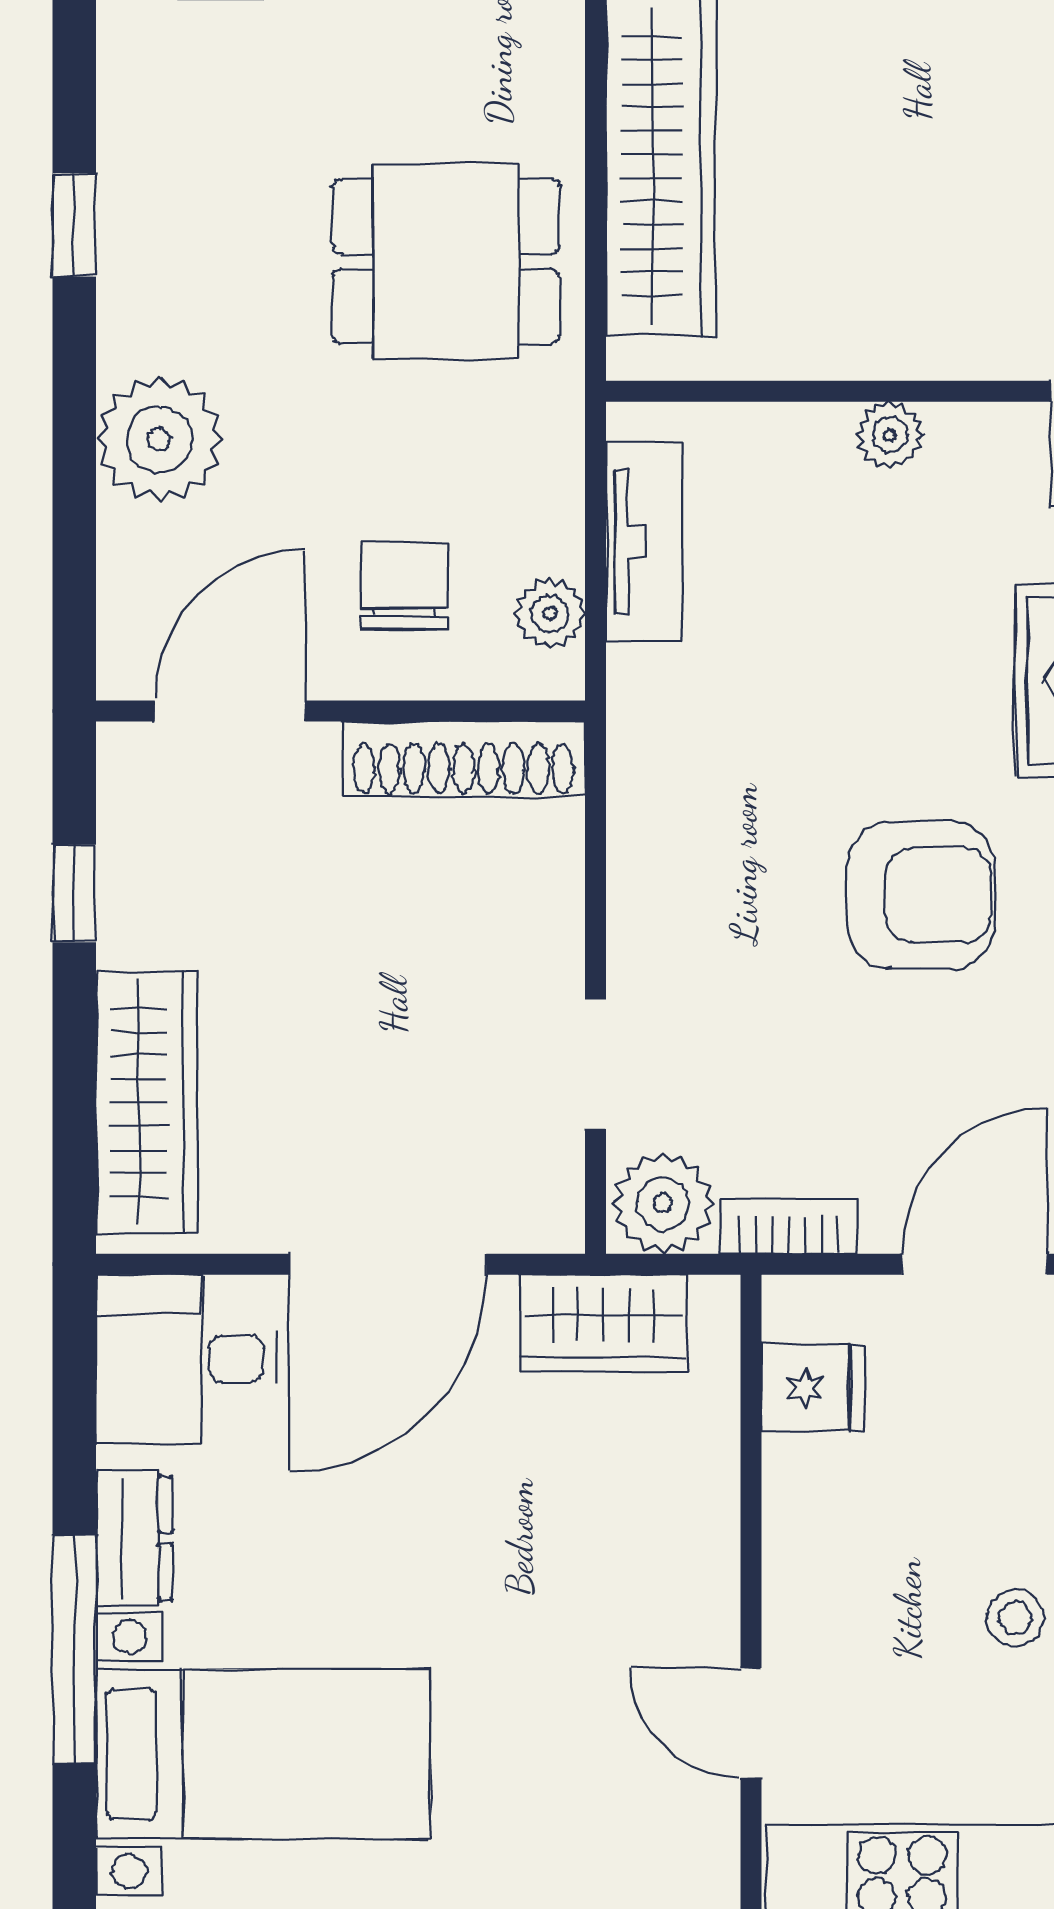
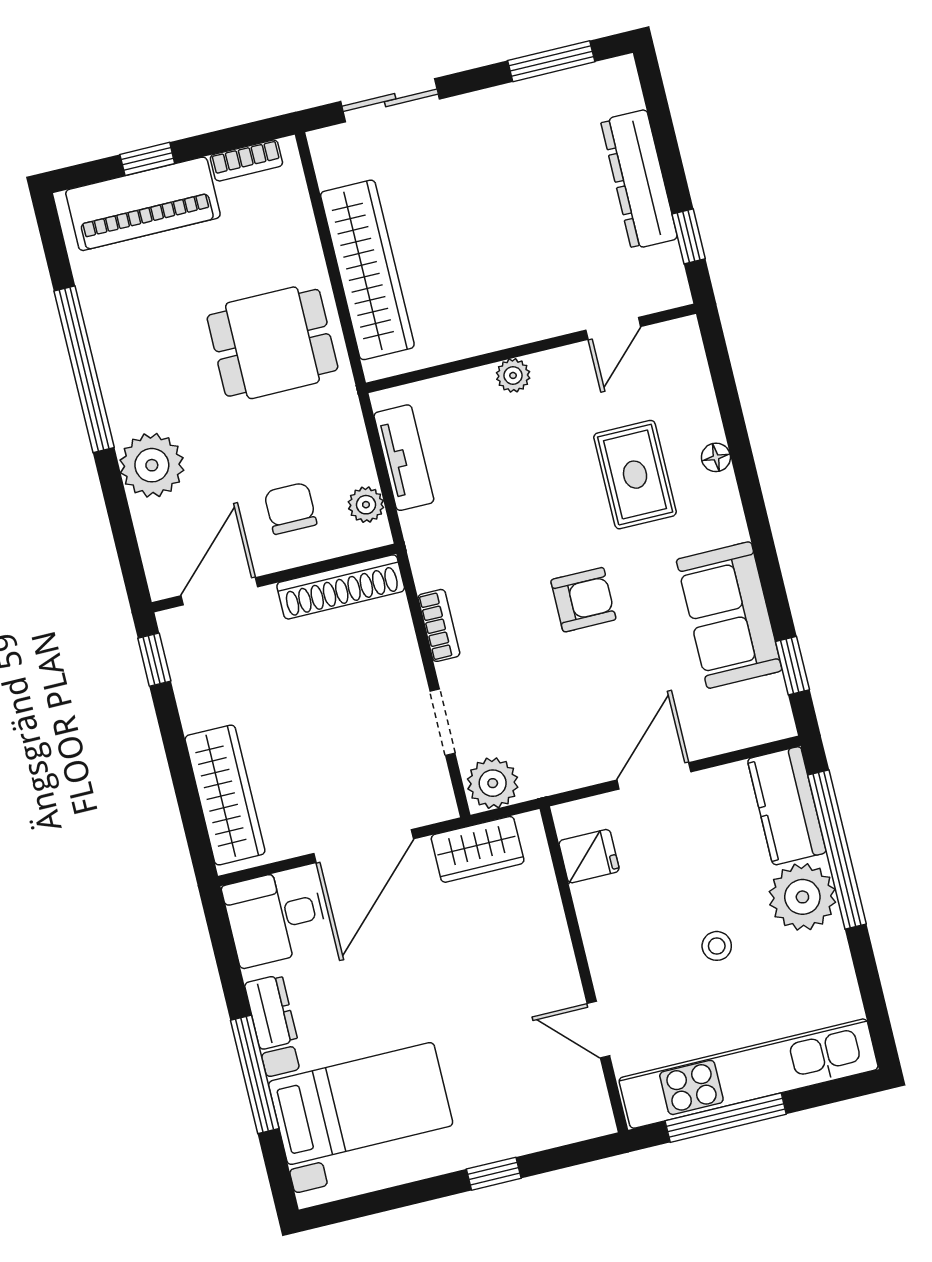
window: (74, 225) -> (84, 369), width x3.17
window: (74, 893) -> (154, 660), moved
armchair: (921, 895) -> (583, 600), width x0.72, depth x0.72
bookcase: (789, 1226) -> (439, 625), moved, turned 90

